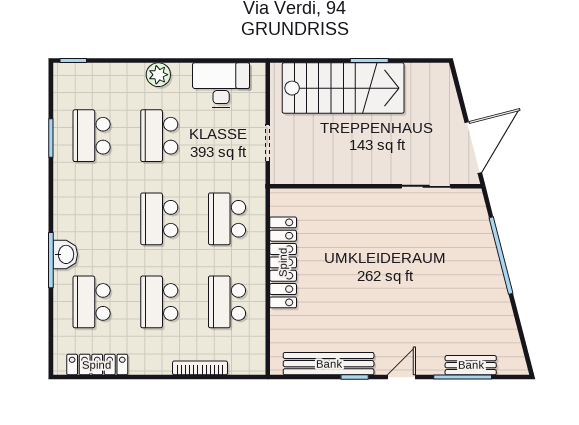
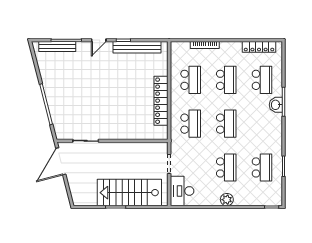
desk: (221, 85) -> (182, 191), moved, turned 90
bench: (471, 365) -> (57, 46), width x1.36

